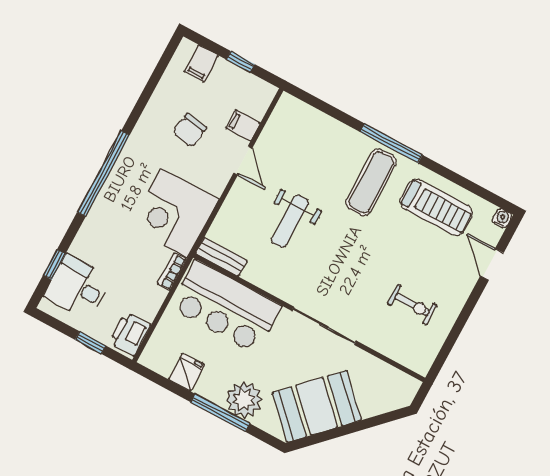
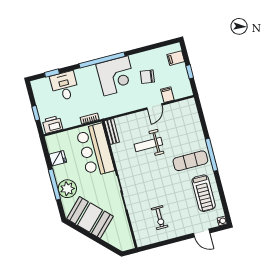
corner desk: (174, 213) -> (116, 76), moved, turned 180
door: (492, 265) -> (202, 233), swing flipped
desk: (78, 287) -> (64, 86), moved

